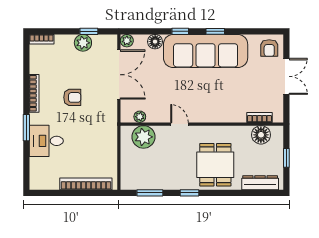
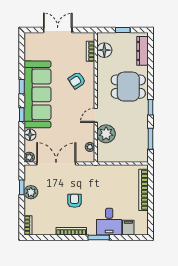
armchair: (269, 48) -> (77, 80), moved, turned 146
plant: (143, 137) -> (106, 134), moved
filing cabinet: (39, 165) -> (128, 228), added

